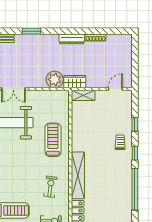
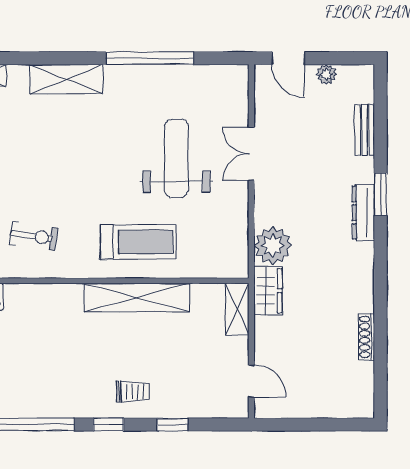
dresser: (72, 39) -> (363, 213), moved
shelving: (78, 175) -> (137, 297), moved

